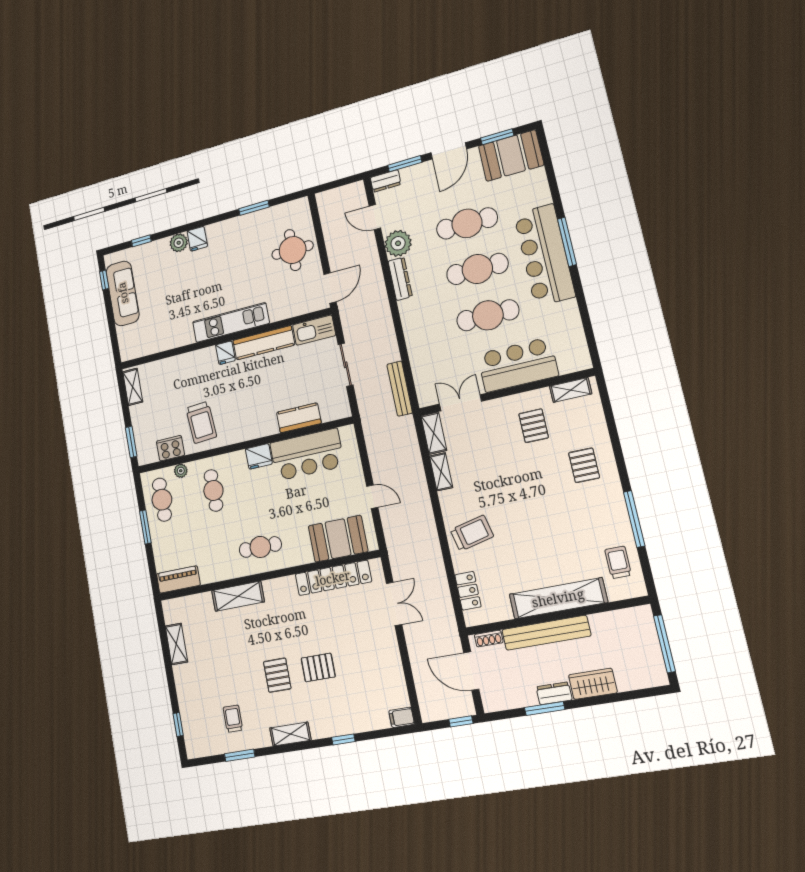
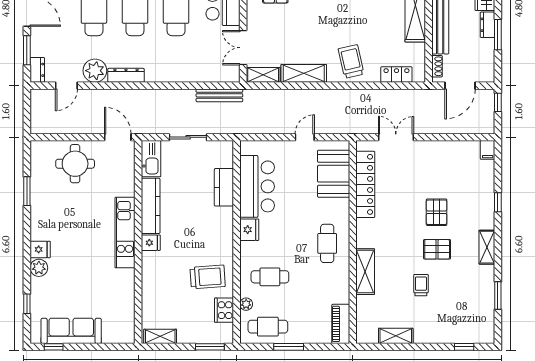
shelving: (441, 472) -> (304, 73), width x1.50, depth x1.33
trolley: (233, 719) -> (421, 285), moved, turned 90

